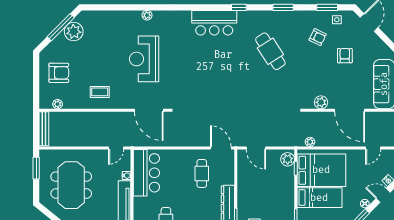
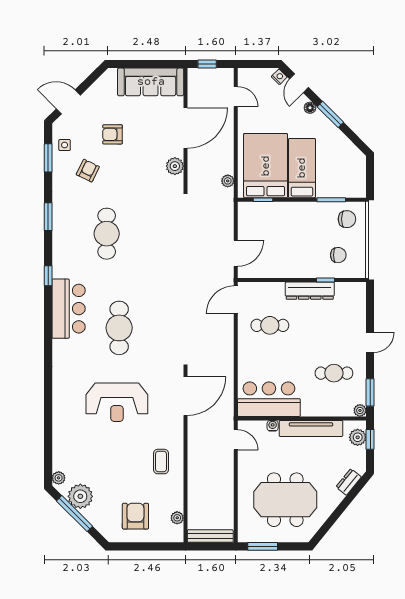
plant: (147, 15) -> (59, 478), moved
cafe table: (270, 51) -> (107, 234), turned -57
cafe table: (200, 61) -> (119, 328), added
plant: (288, 159) -> (251, 211), removed

